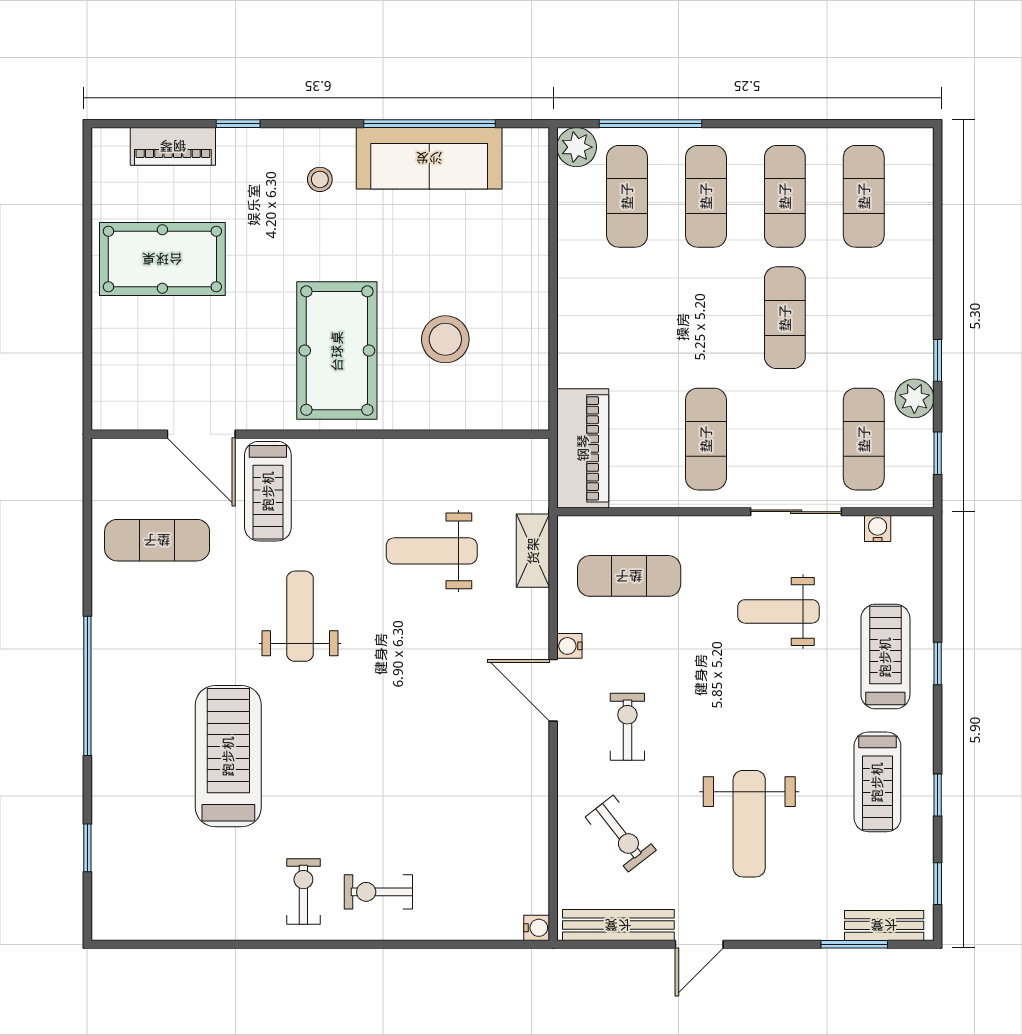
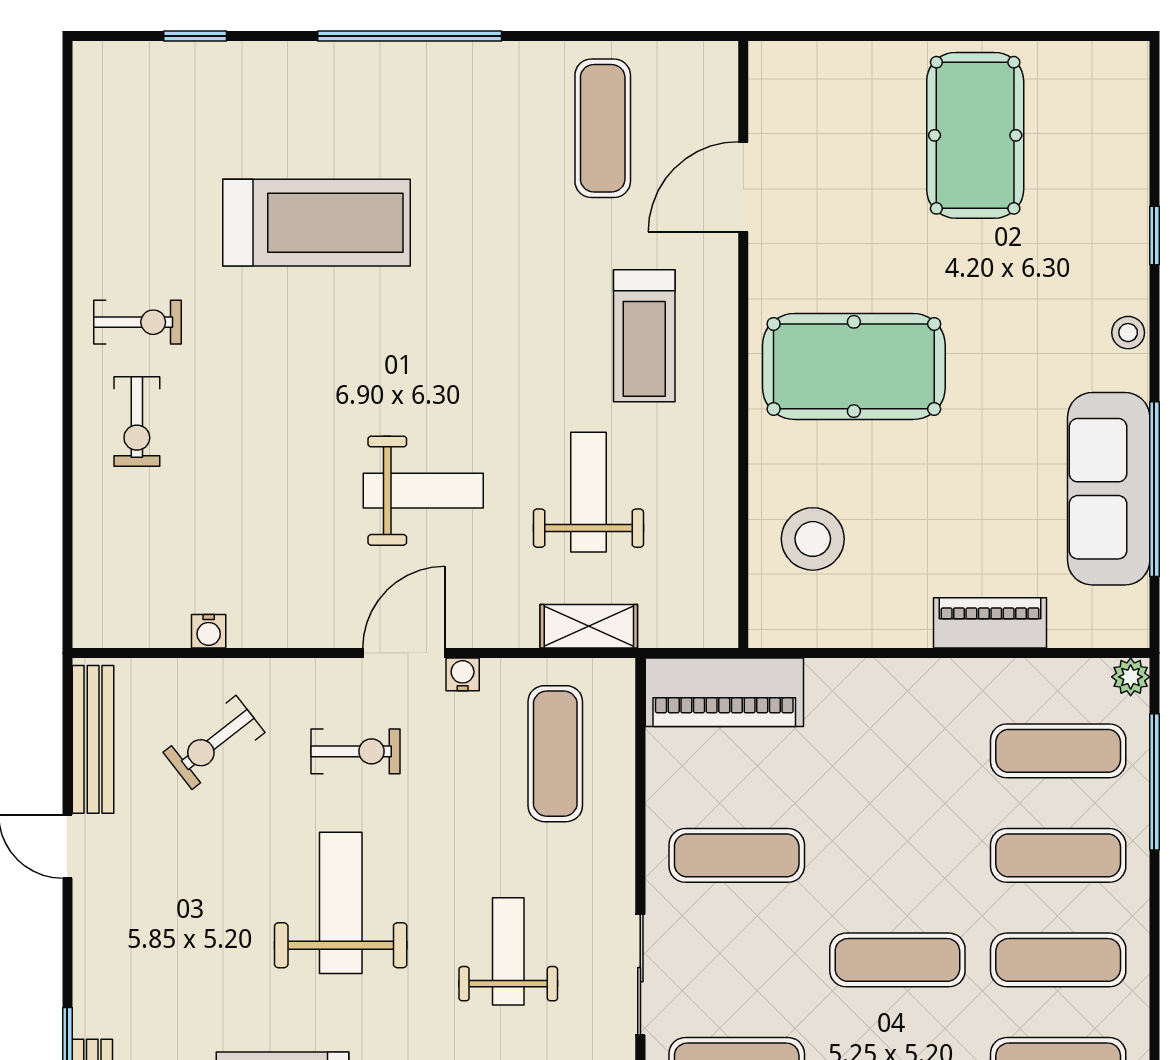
piano: (173, 146) -> (990, 623), moved, turned 90
plant: (577, 147) -> (1131, 677), width x0.73, depth x0.73
stool: (320, 179) -> (1128, 333), moved
stool: (445, 339) -> (813, 539), moved
treadmill: (268, 491) -> (644, 336), moved, turned -90
weight bench: (300, 616) -> (423, 491), moved
weight bench: (749, 824) -> (341, 903), moved, turned 90
exercise bike: (378, 892) -> (137, 421), turned 180
water cooler: (537, 928) -> (209, 631), moved

